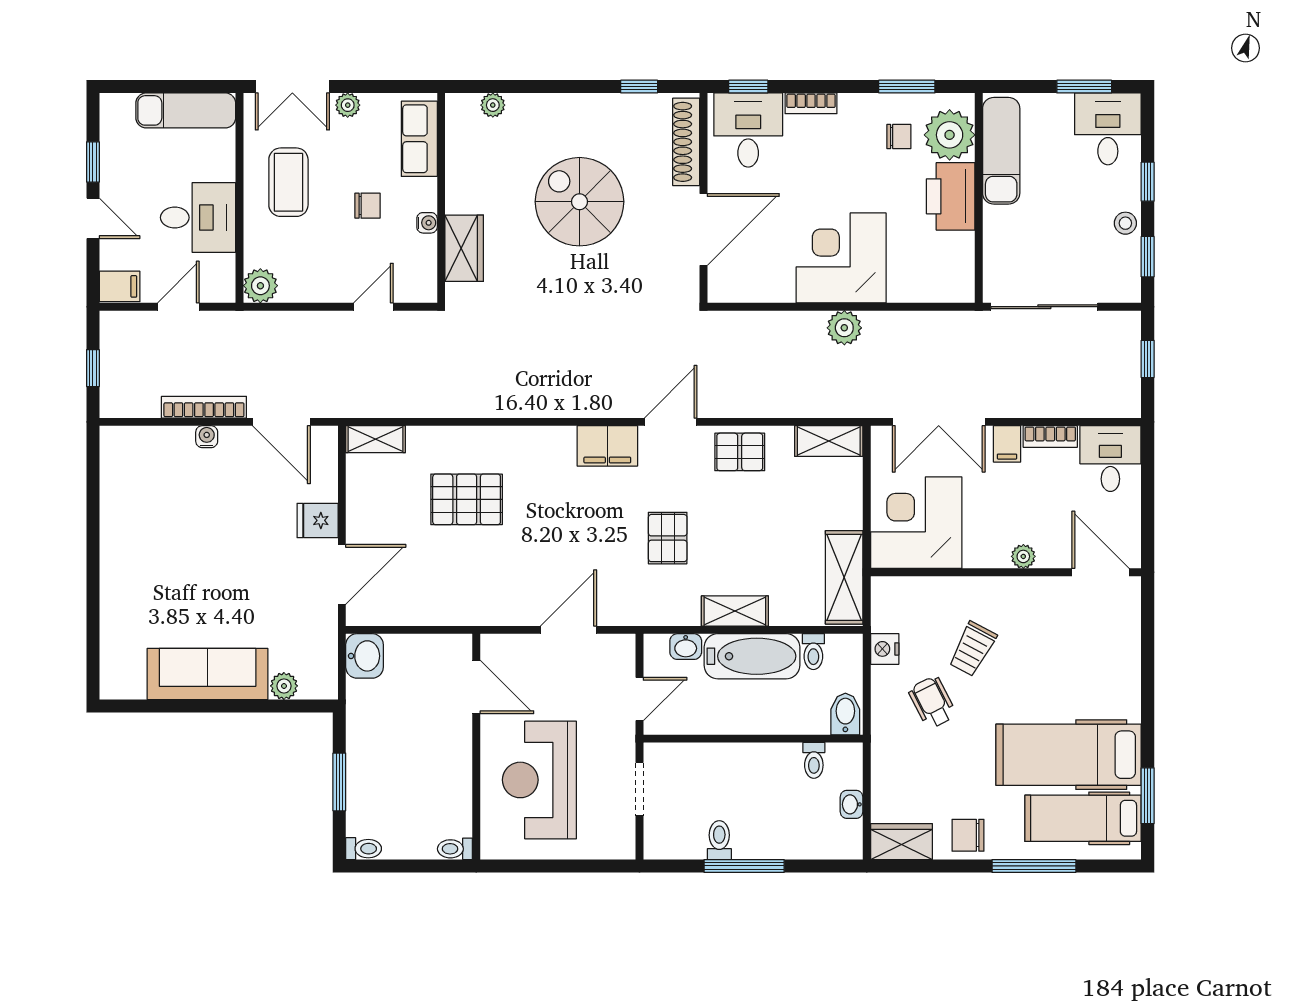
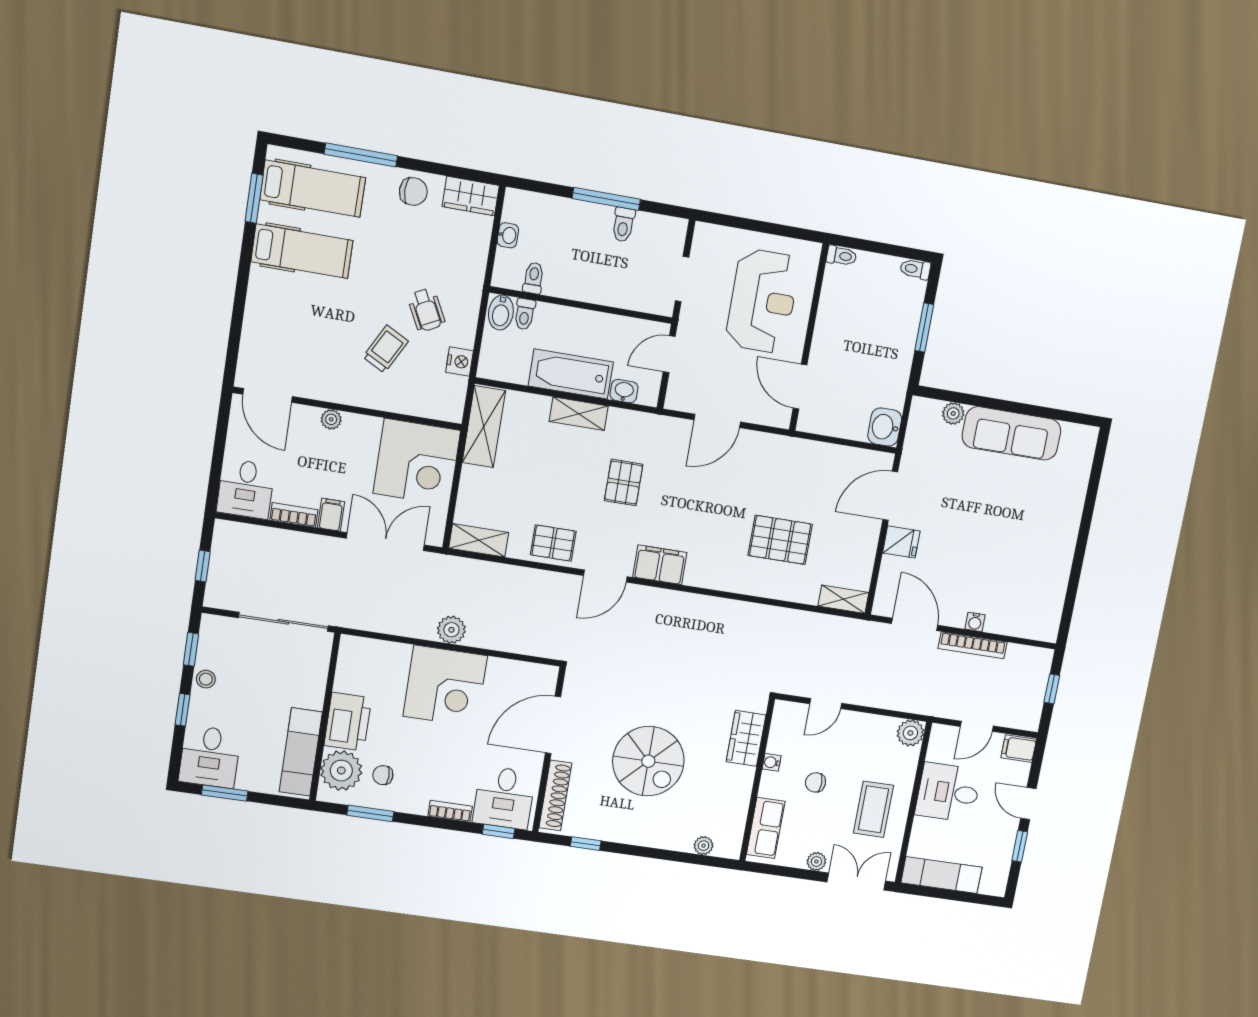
toilet: (813, 652) -> (525, 314), moved, turned 180
hospital bed: (1069, 755) -> (302, 251), width x0.73, depth x0.78

